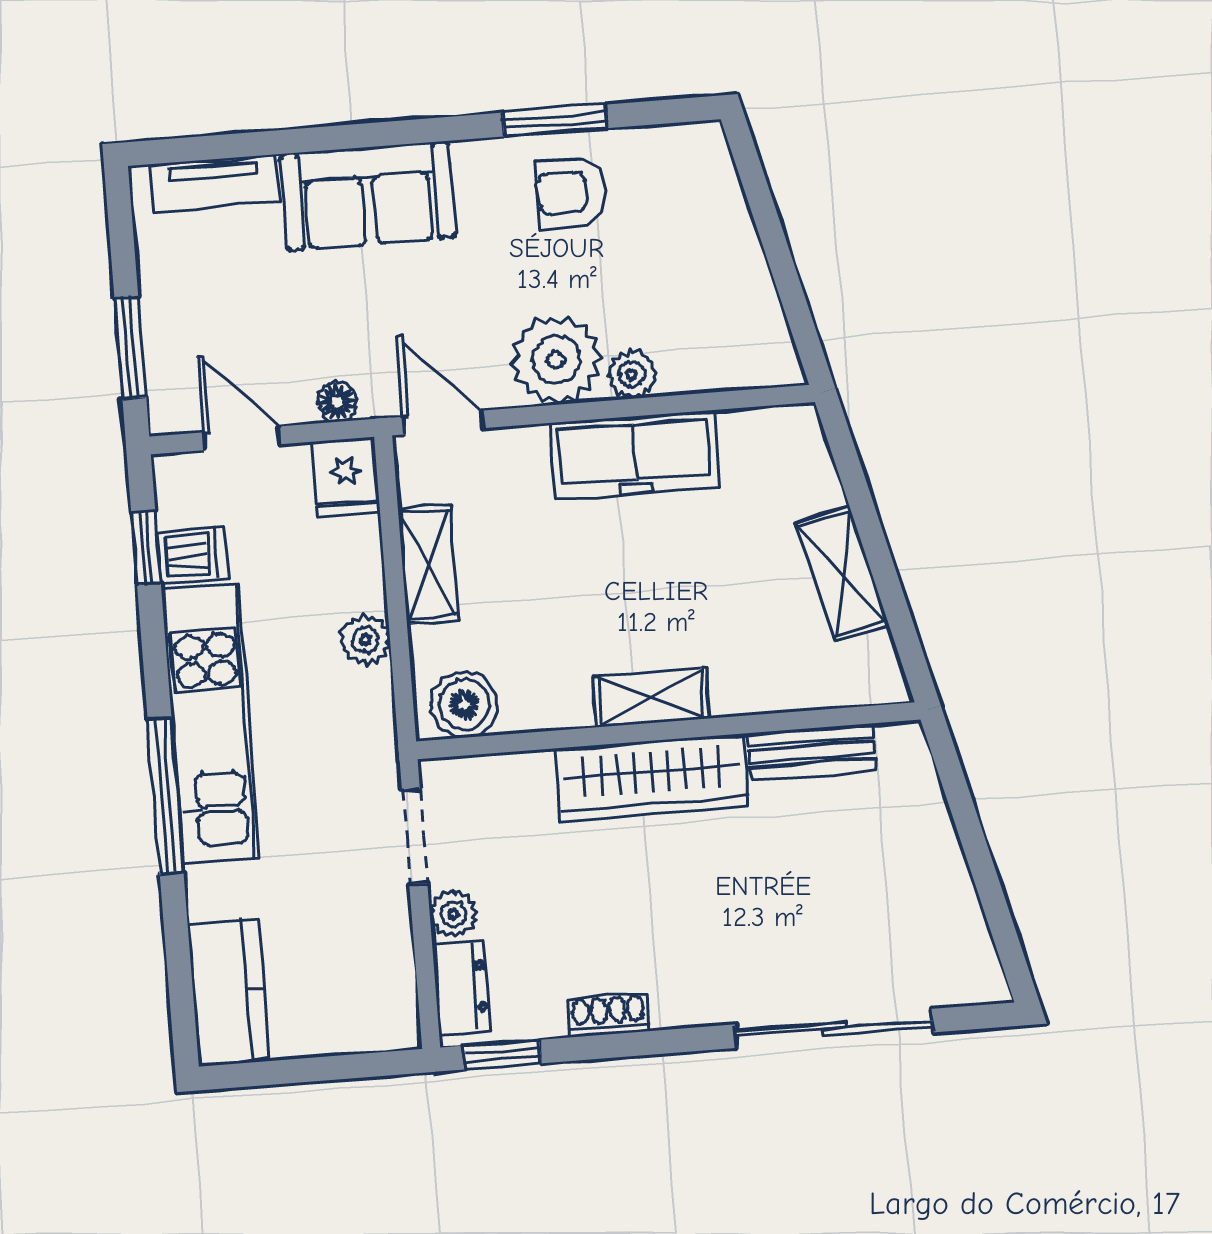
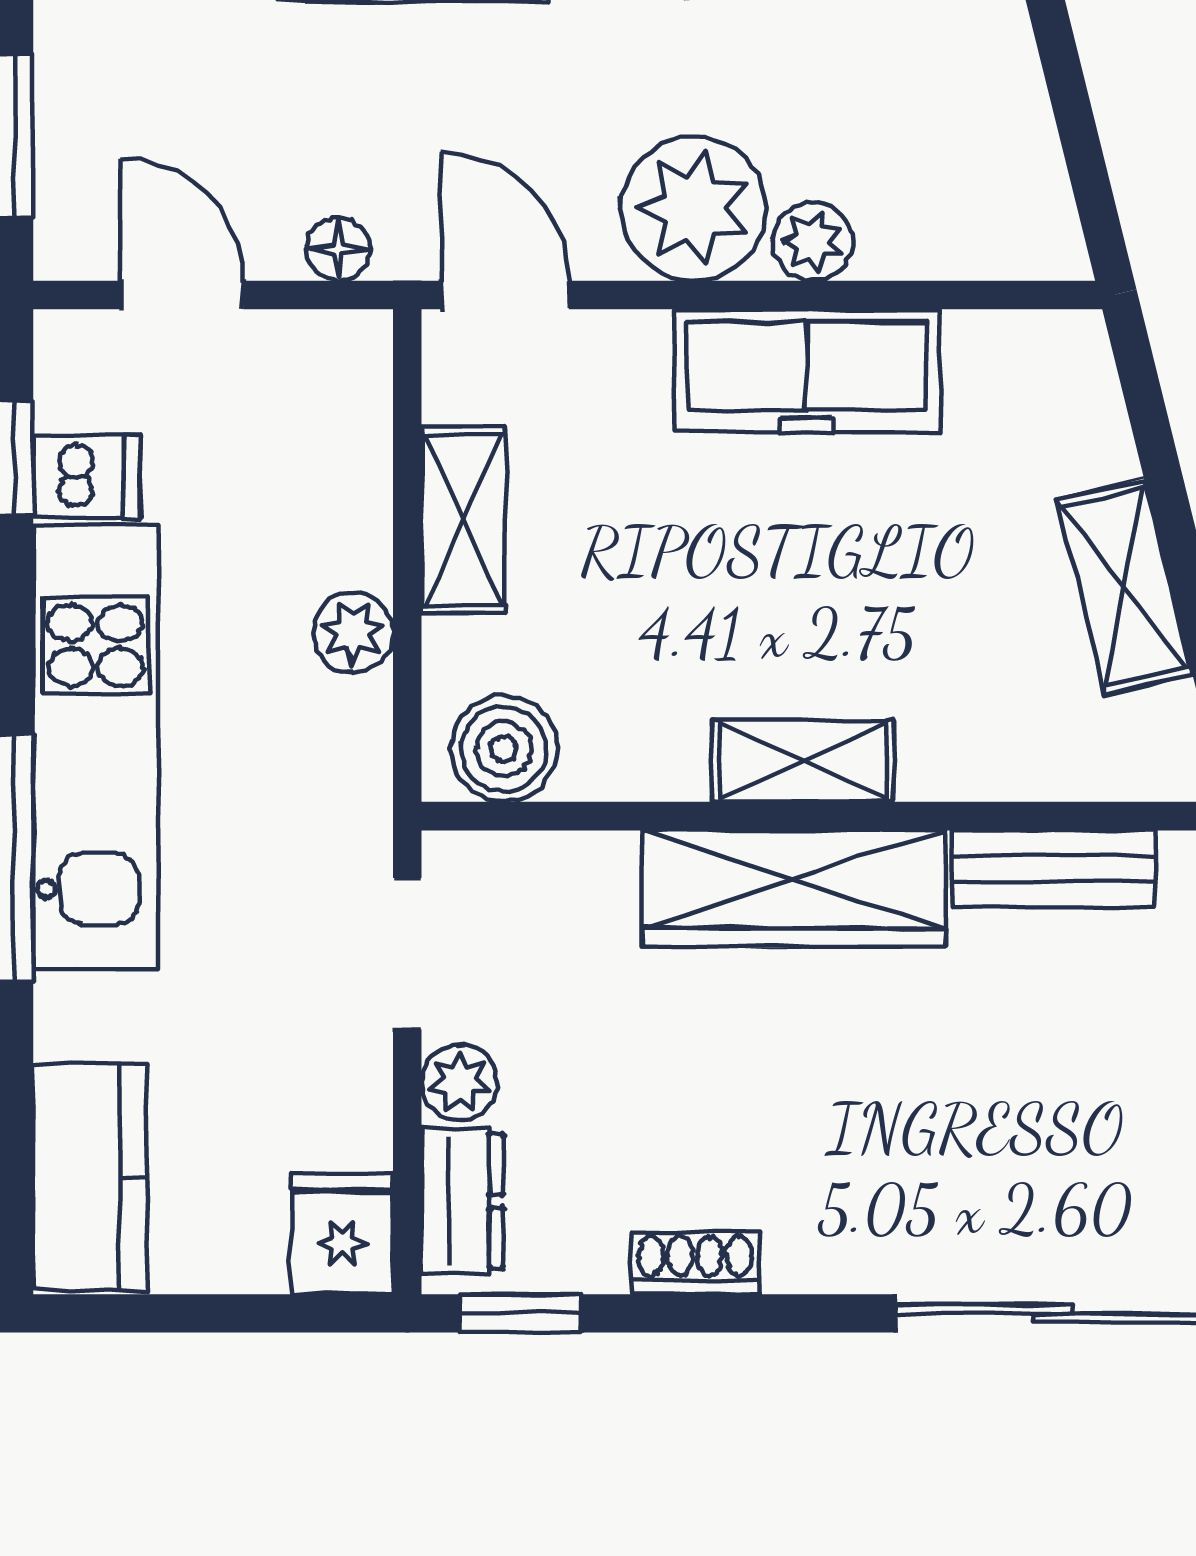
fridge: (346, 477) -> (342, 1234), moved, turned 180

